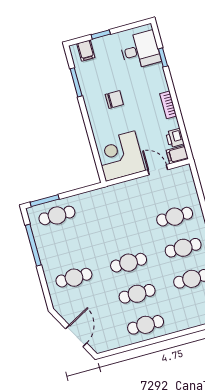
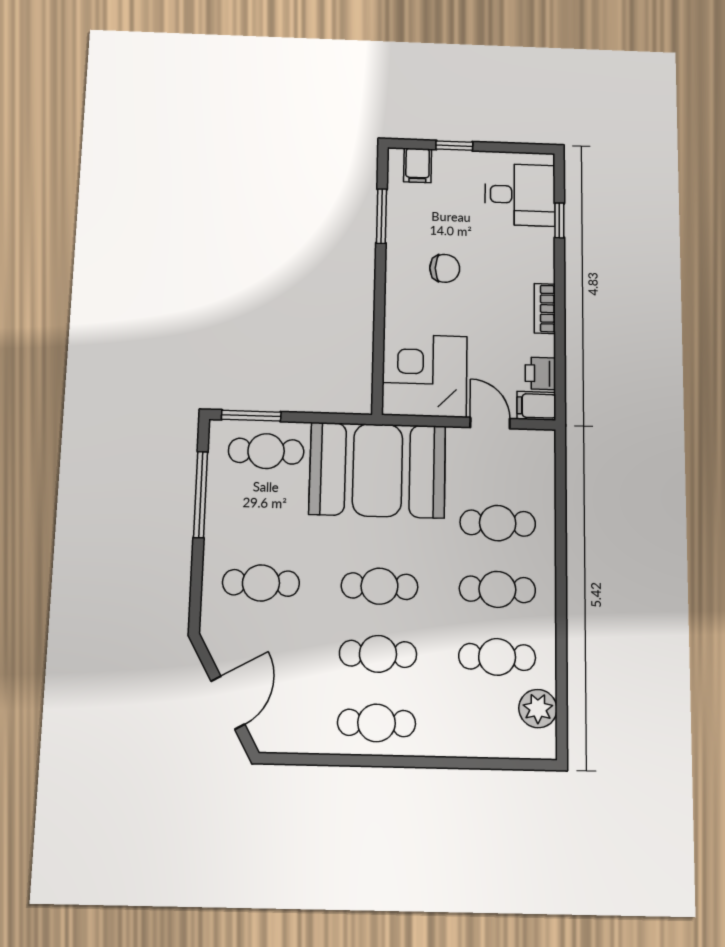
booth: (111, 209) -> (377, 470), added

